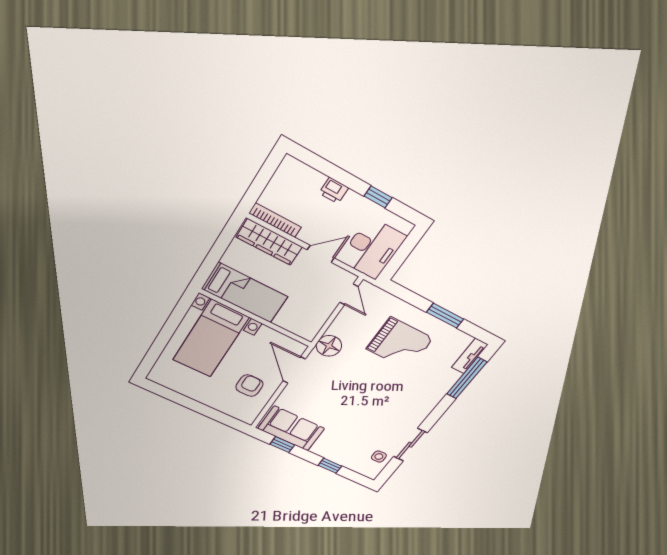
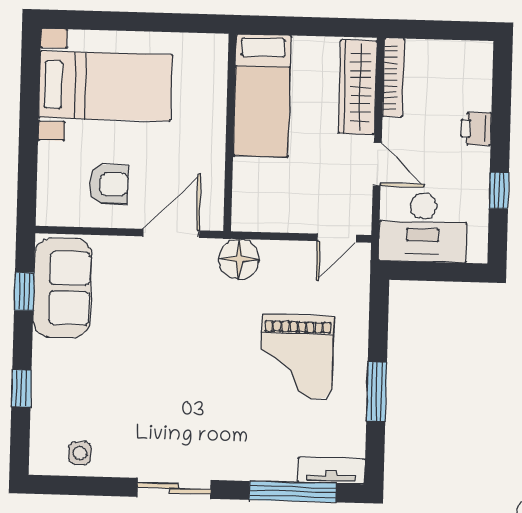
bed with nightstands: (211, 339) -> (105, 86), moved, turned 180
sliding door: (410, 445) -> (174, 488), moved

